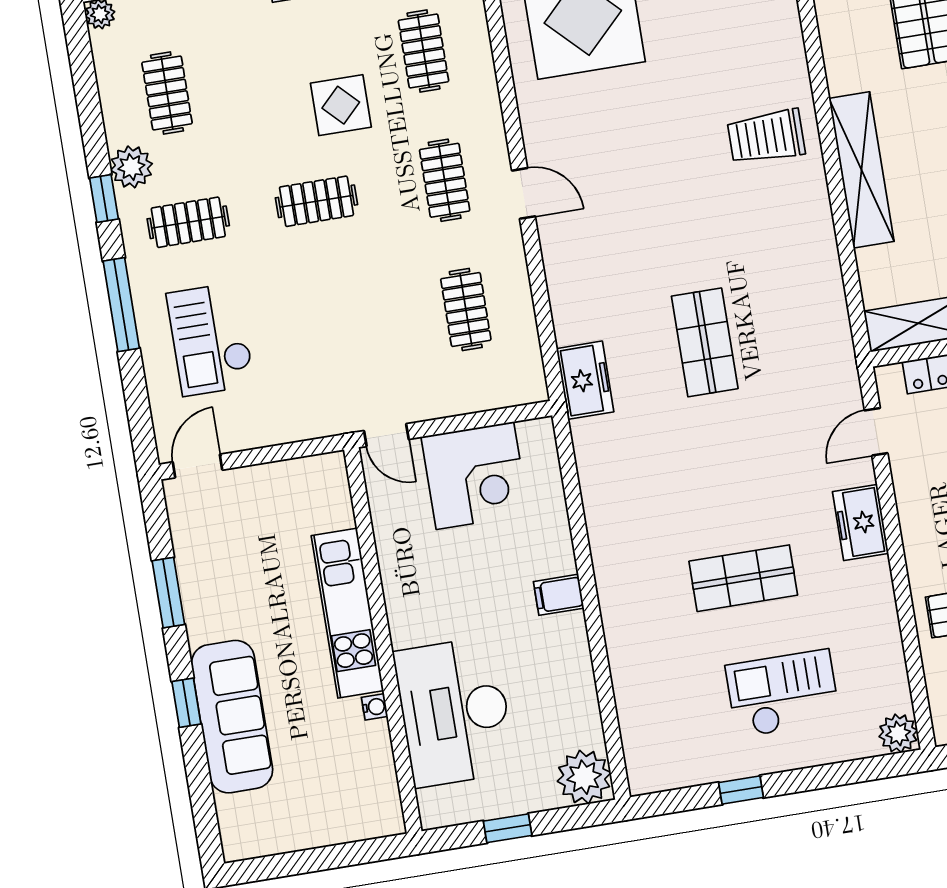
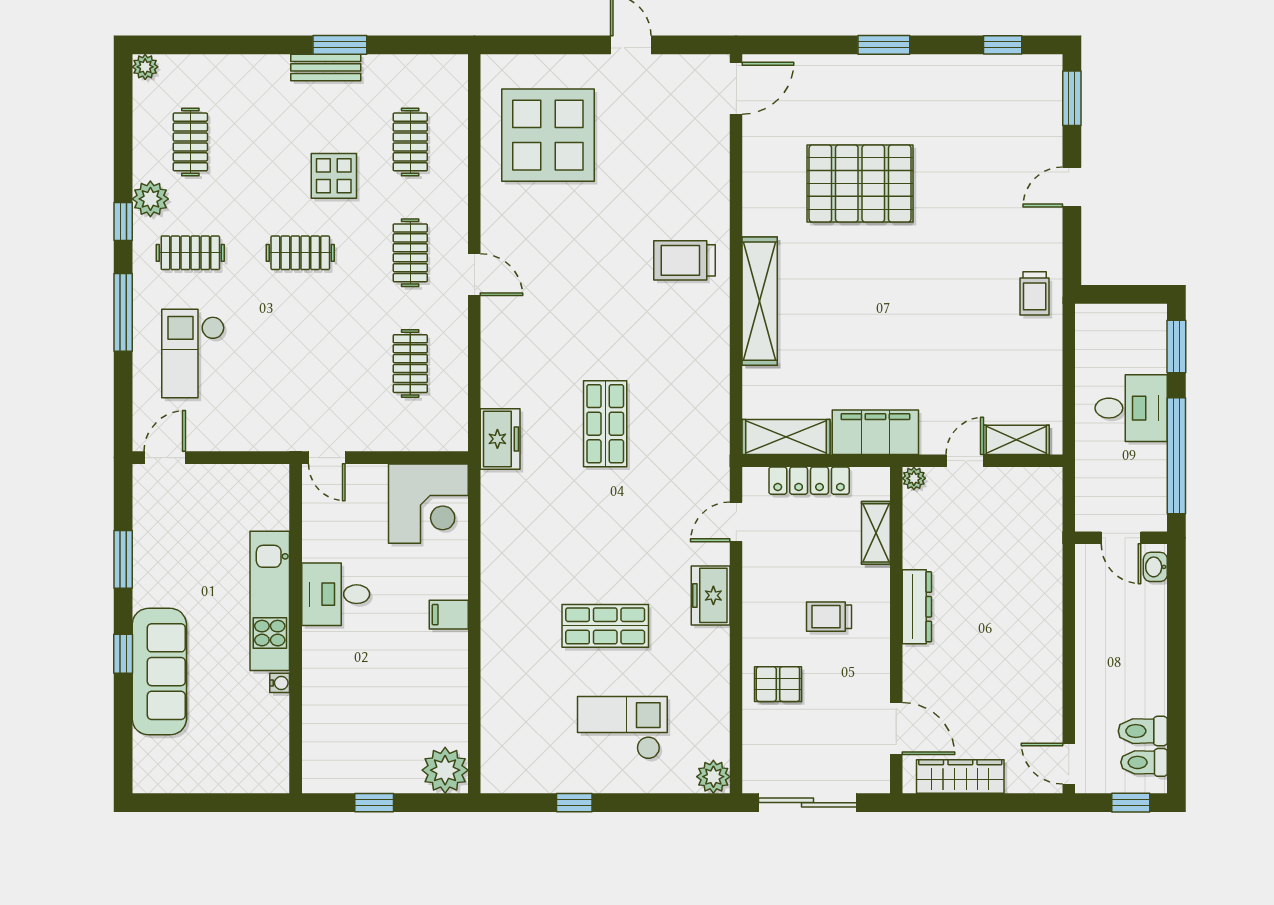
corner desk: (475, 476) -> (428, 504), moved
desk: (455, 712) -> (336, 594), moved, width x0.53, depth x0.77

